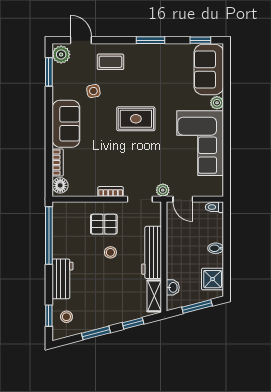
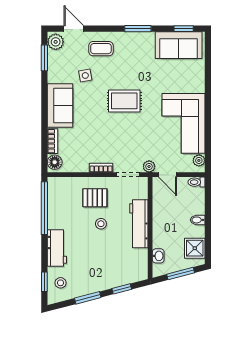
sofa: (209, 70) -> (179, 45), moved, turned -90
plant: (217, 103) -> (199, 160), moved
shelving: (154, 296) -> (141, 264), removed

